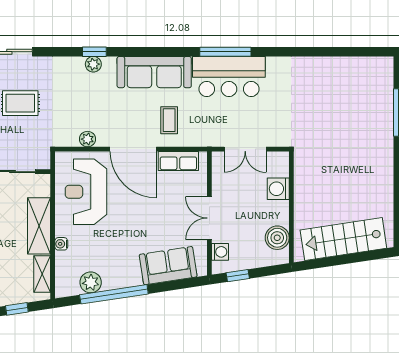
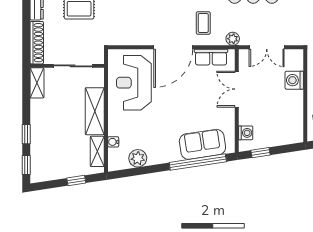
plant: (88, 139) -> (233, 39), moved
door: (133, 149) -> (173, 47), hinge flipped
double door: (209, 218) -> (237, 89), moved
boiler: (277, 238) -> (293, 121), removed
water cooler: (61, 244) -> (113, 142), moved
window: (114, 294) -> (198, 162), moved

